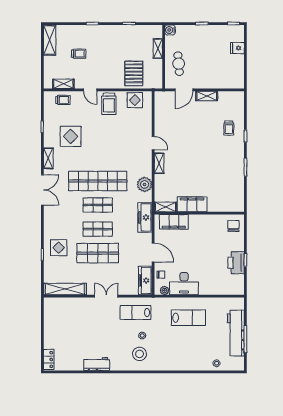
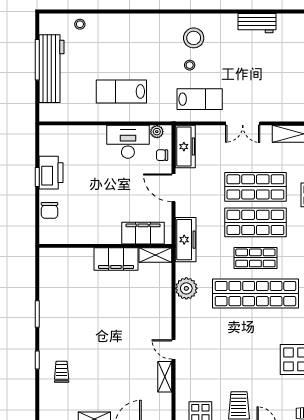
shelving: (159, 163) -> (165, 377), moved
chair: (234, 226) -> (49, 210), moved
shop shelf: (98, 229) -> (255, 222), width x1.43, depth x1.36

